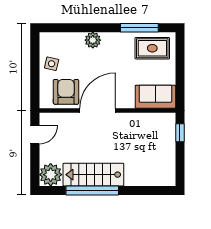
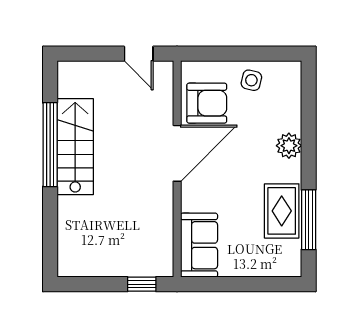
rug: (152, 48) -> (282, 211), moved
door: (98, 111) -> (177, 153), hinge flipped
plant: (51, 175) -> (75, 79), removed

